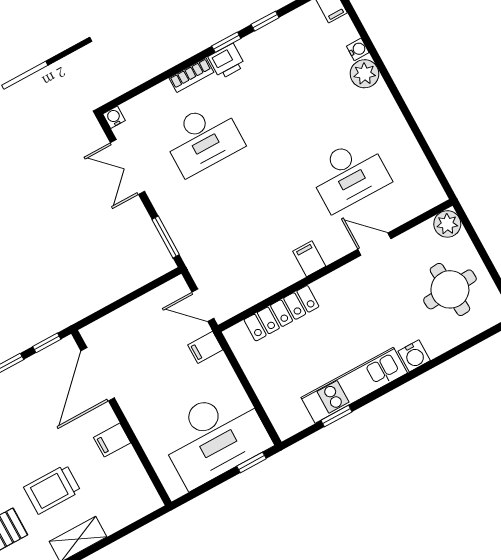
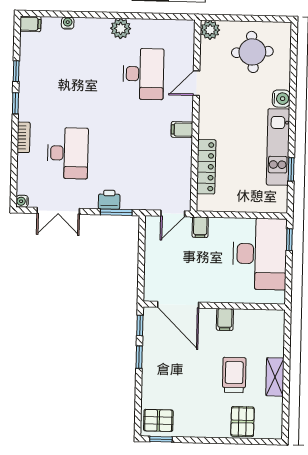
printer: (227, 61) -> (109, 200), moved, turned -90
plant: (365, 74) -> (121, 28), moved
trolley: (52, 489) -> (234, 375), turned 180

